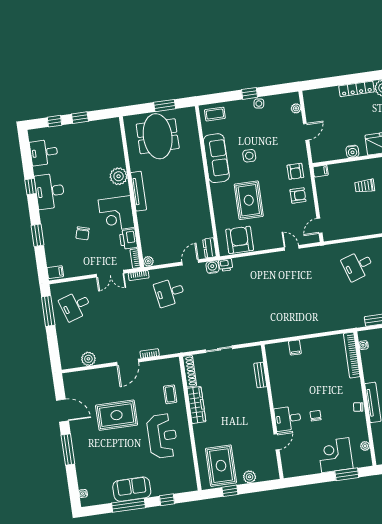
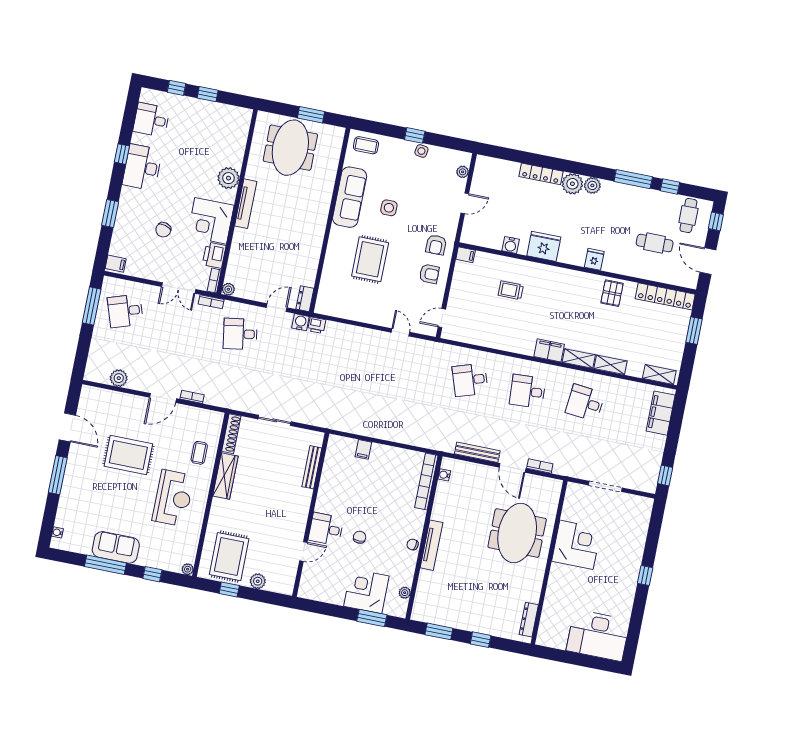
armchair: (240, 240) -> (343, 302), removed
bench: (260, 375) -> (312, 467), width x1.36
plant: (193, 487) -> (188, 569), added

